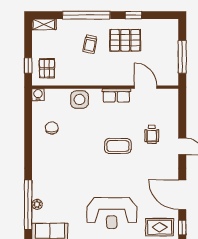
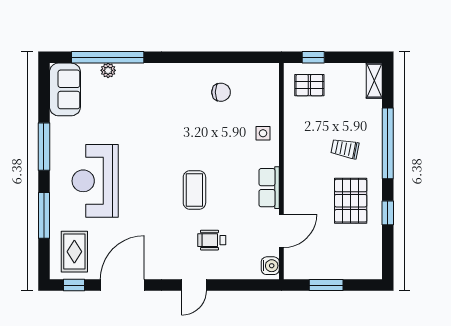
window: (182, 57) -> (326, 285), width x0.69
water cooler: (38, 95) -> (270, 266), moved
side table: (80, 100) -> (263, 133), width x0.54, depth x0.54

